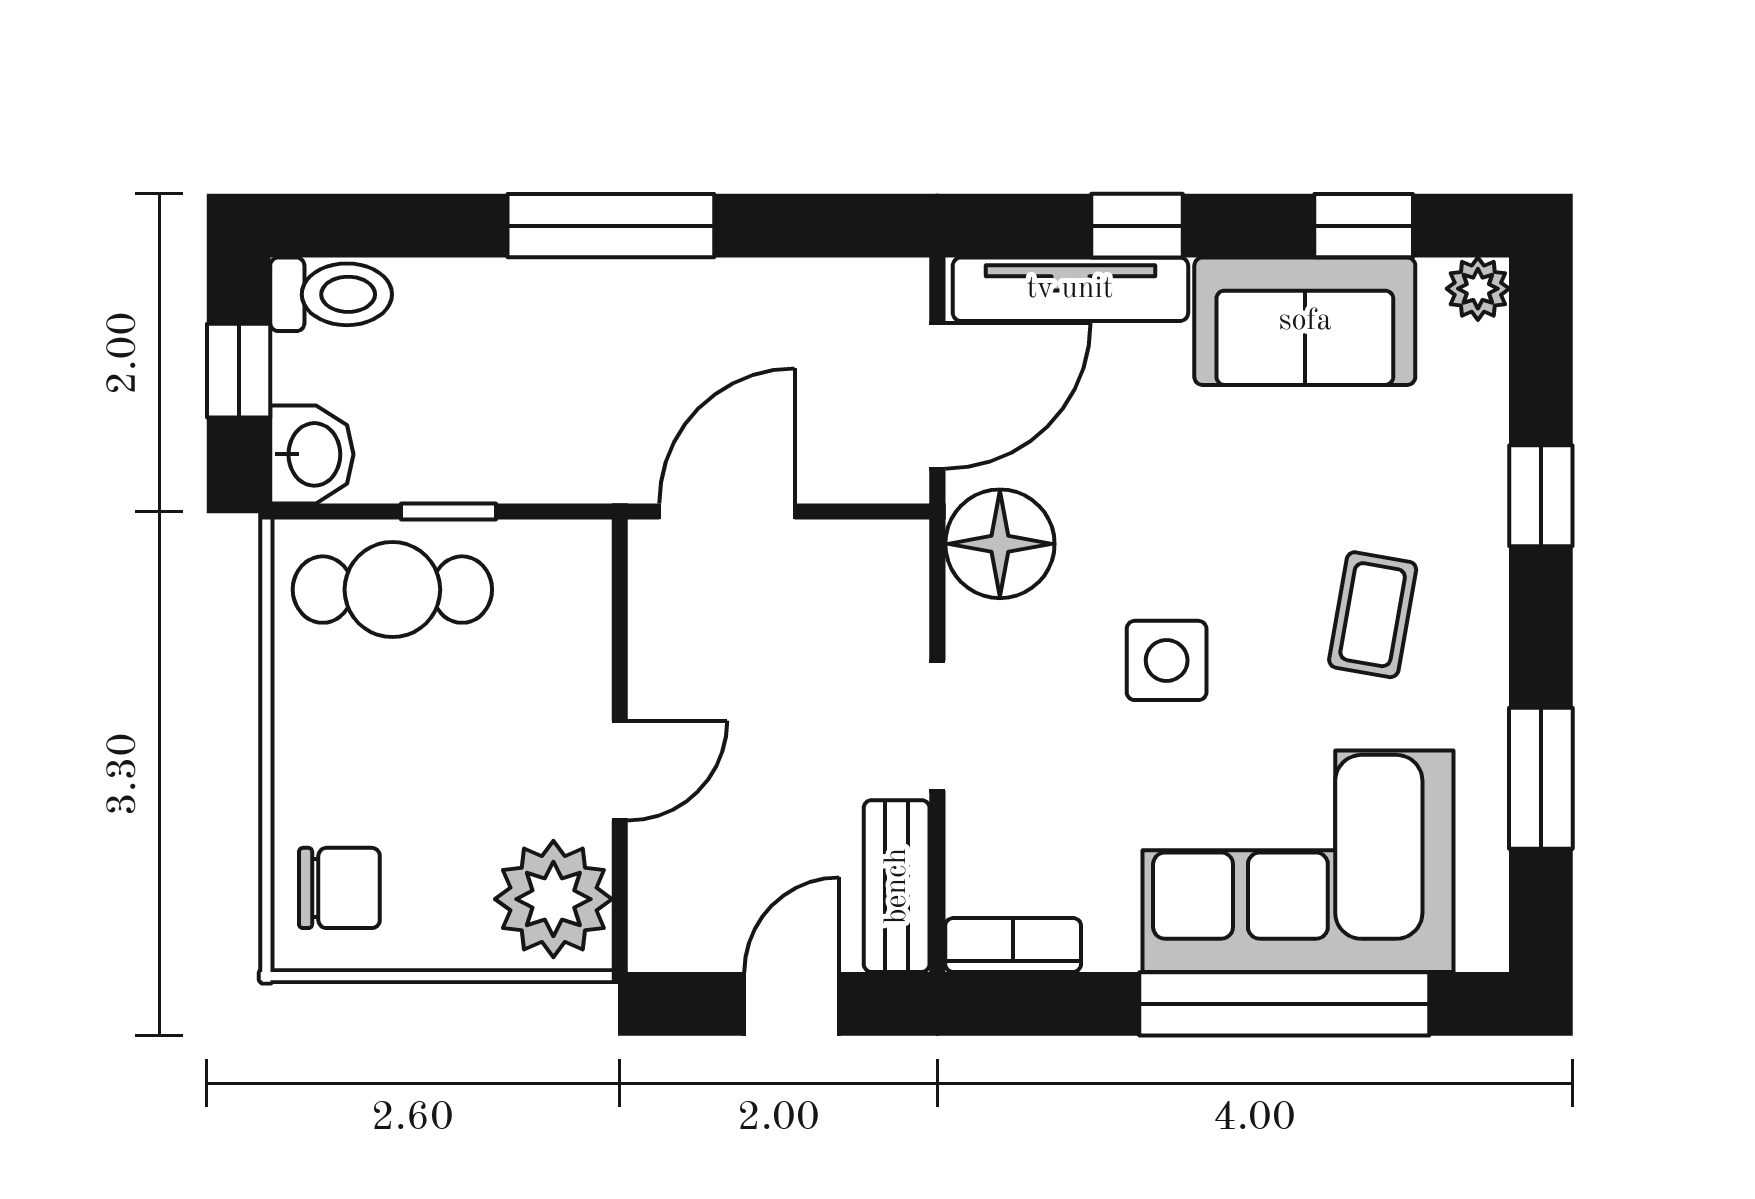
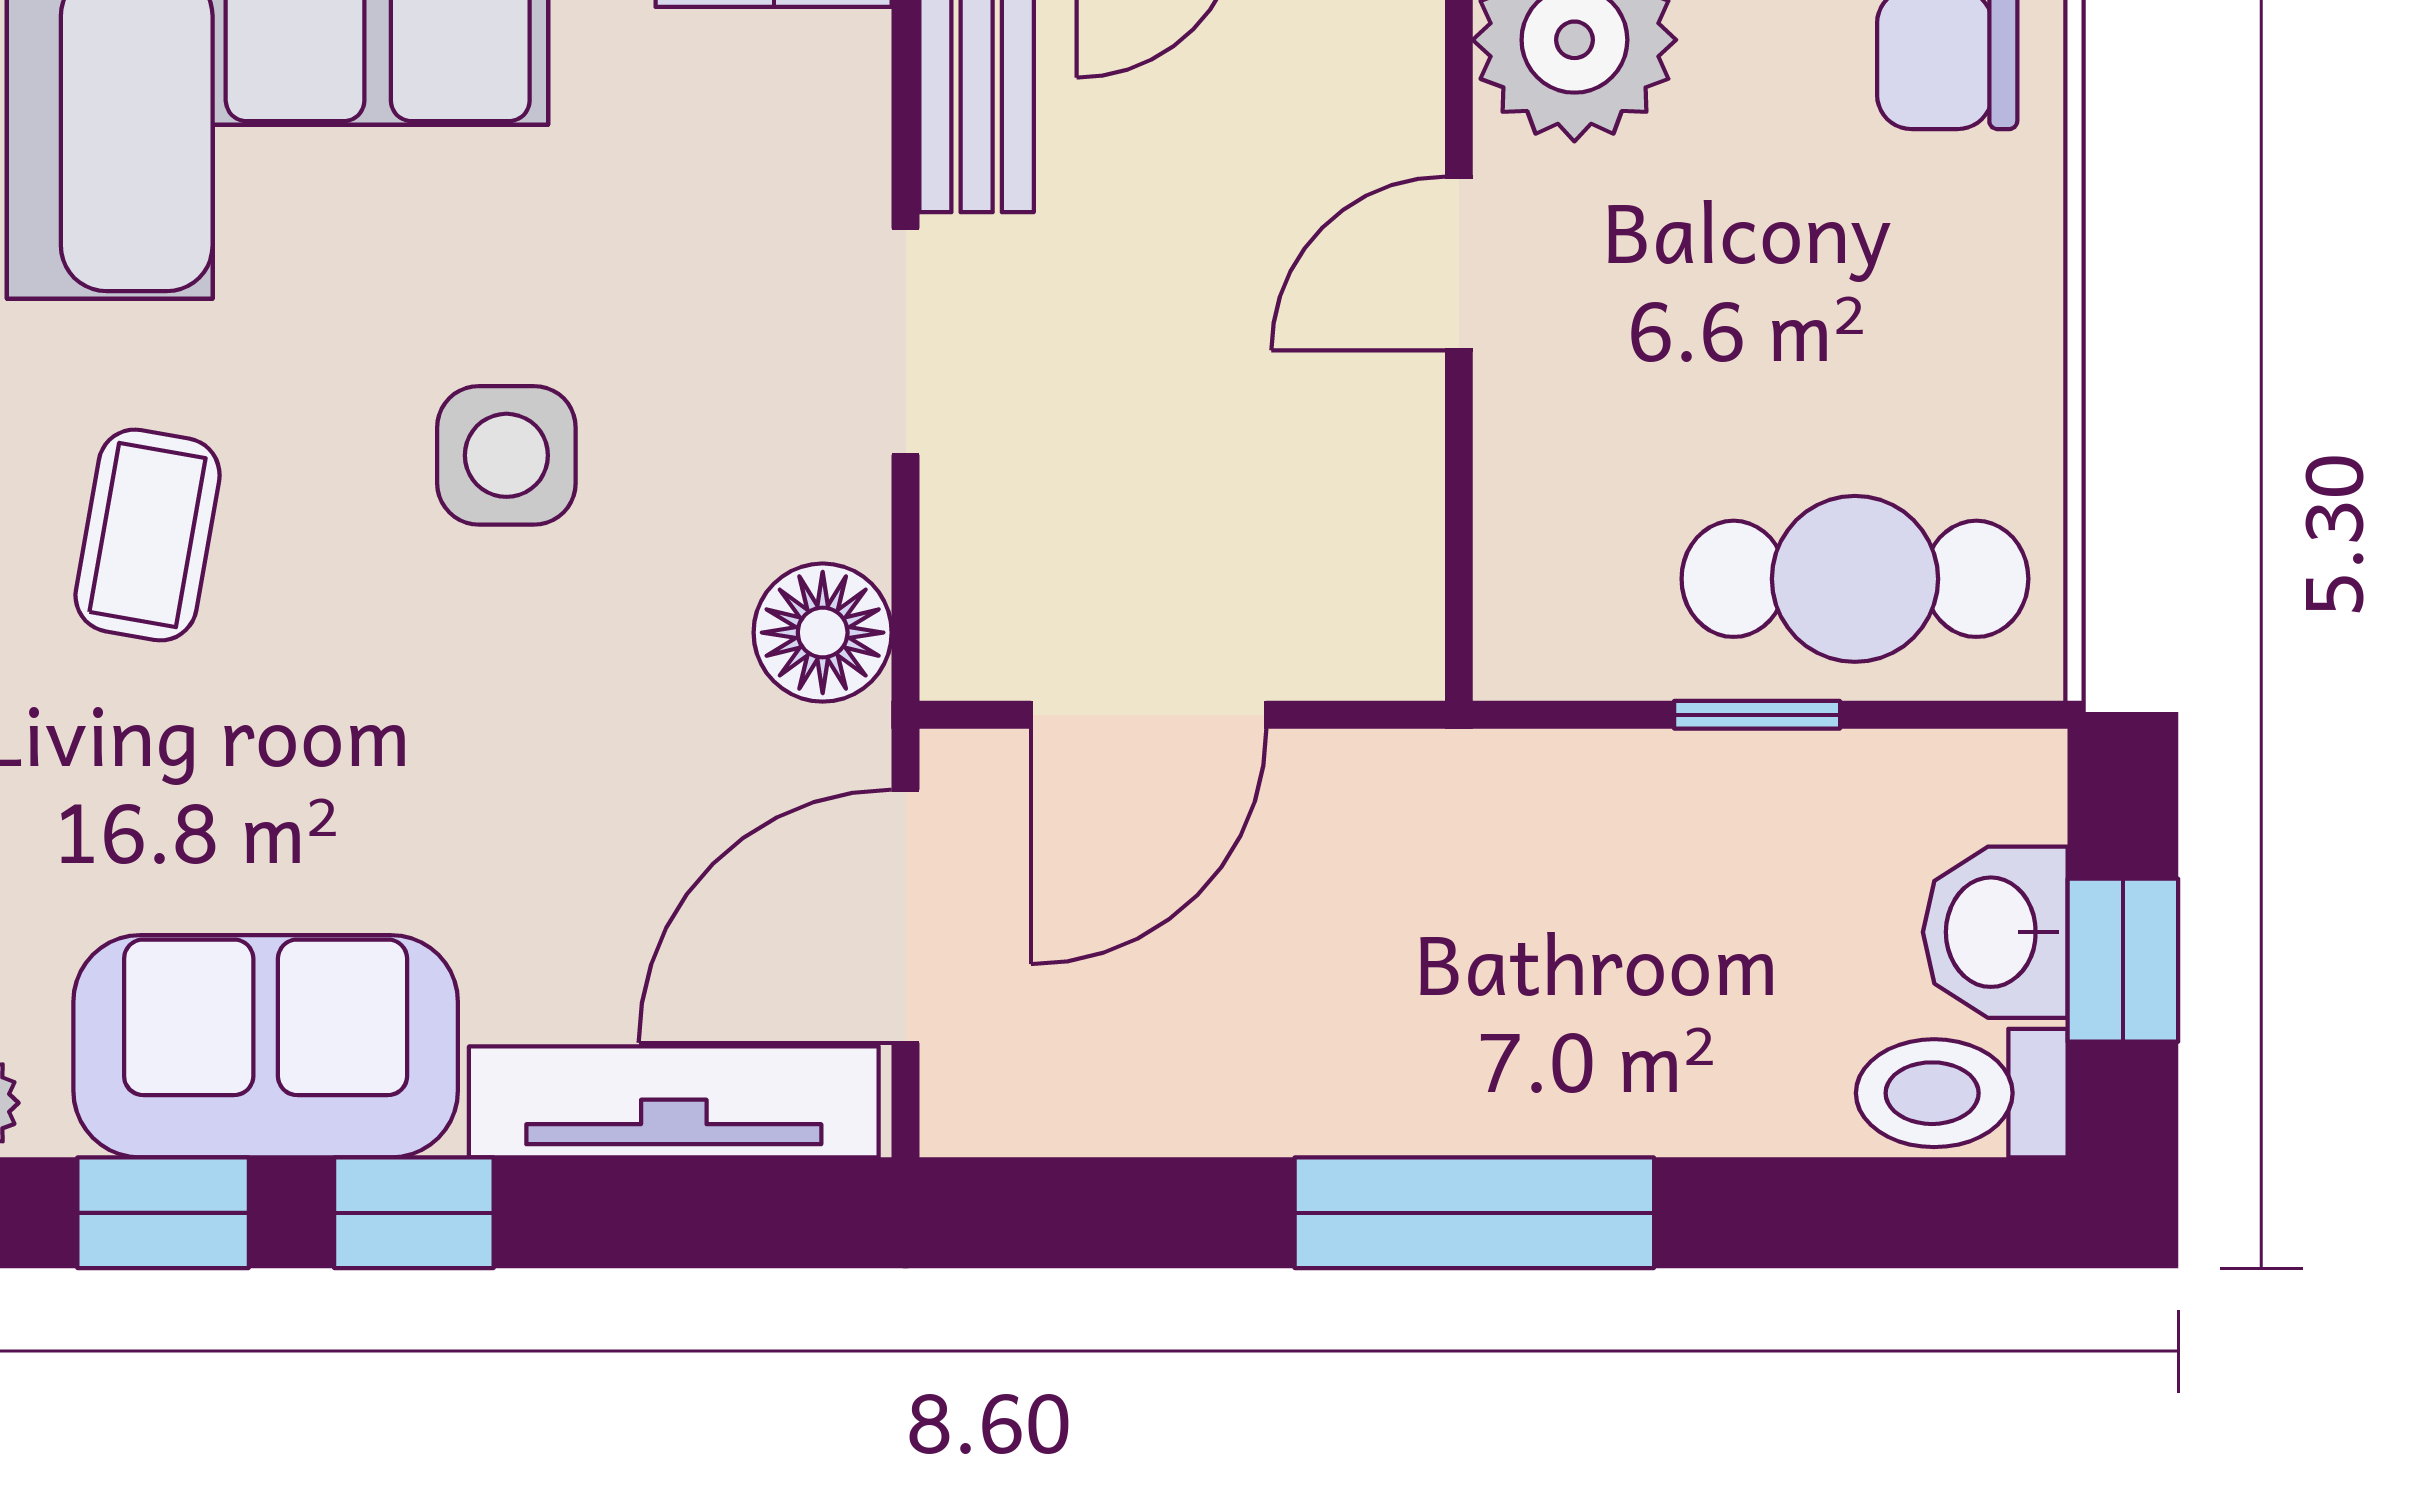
window: (1137, 226) -> (414, 1213), moved
washbasin: (312, 454) -> (1995, 932), moved
door: (727, 512) -> (1149, 715), moved
floor lamp: (1000, 544) -> (823, 633), width x0.73, depth x0.73

